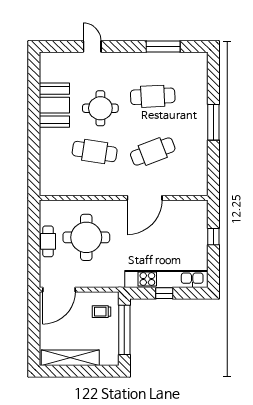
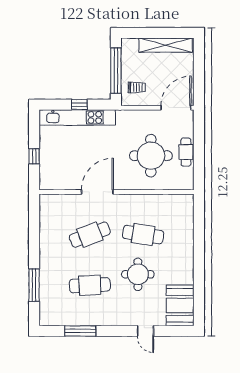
booth: (54, 105) -> (180, 305), moved
window: (213, 122) -> (34, 285), moved

